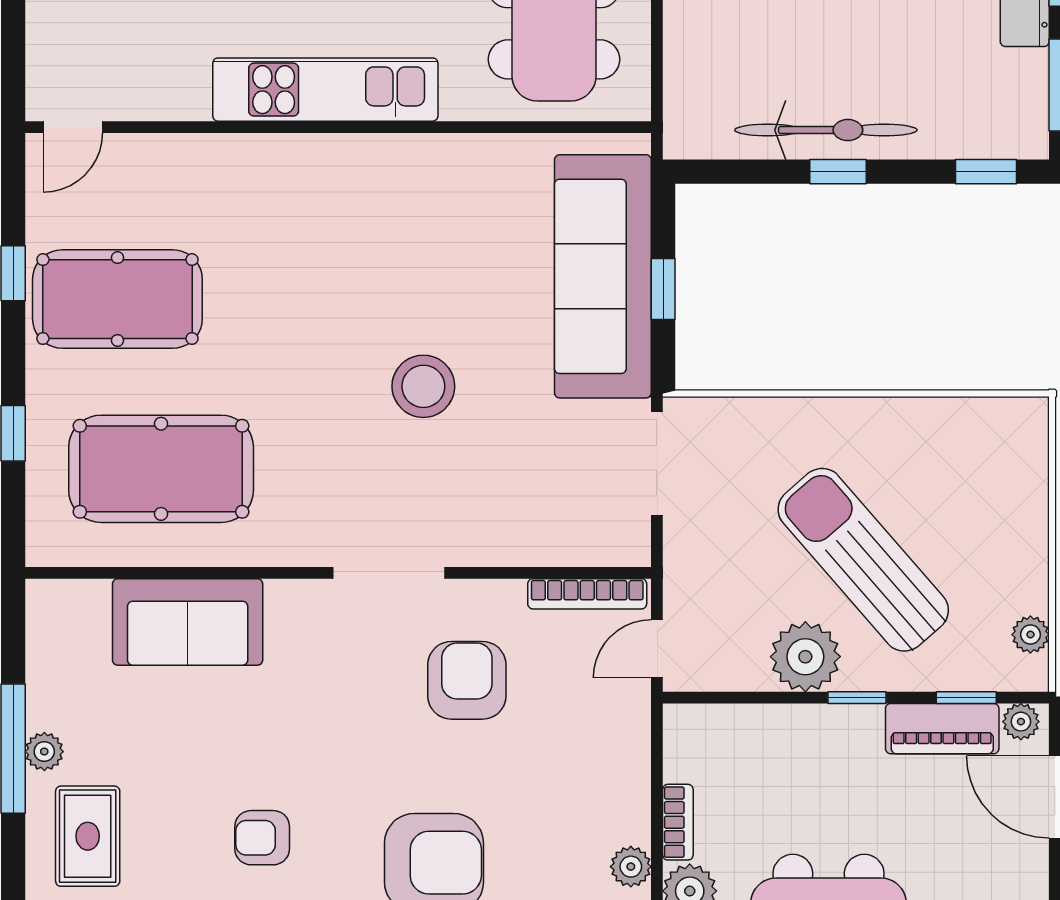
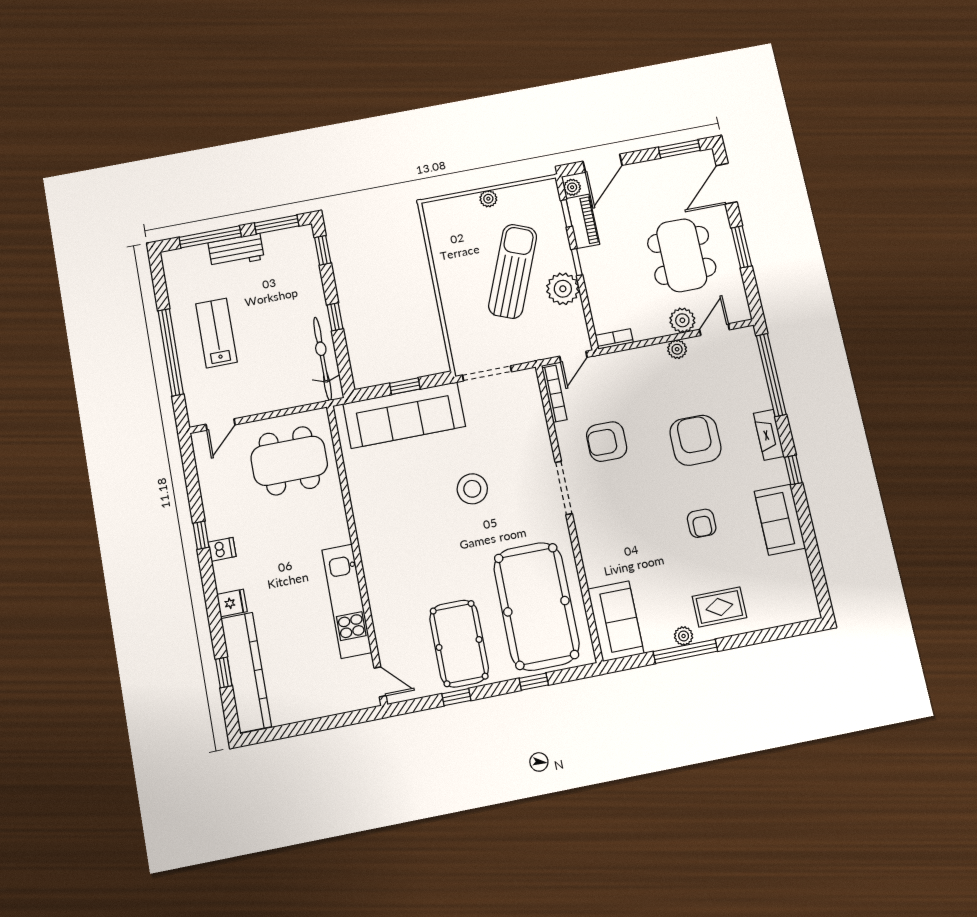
kitchen unit: (325, 90) -> (347, 601), moved
bicycle: (826, 130) -> (323, 359), moved
pool table: (161, 469) -> (536, 606), width x1.36, depth x1.32
sun lounger: (863, 560) -> (513, 271), turned 153
sofa: (188, 622) -> (616, 621), moved
plant: (1030, 635) -> (488, 199), moved
door: (657, 649) -> (573, 357), hinge flipped
bookcase: (678, 822) -> (614, 339), moved

